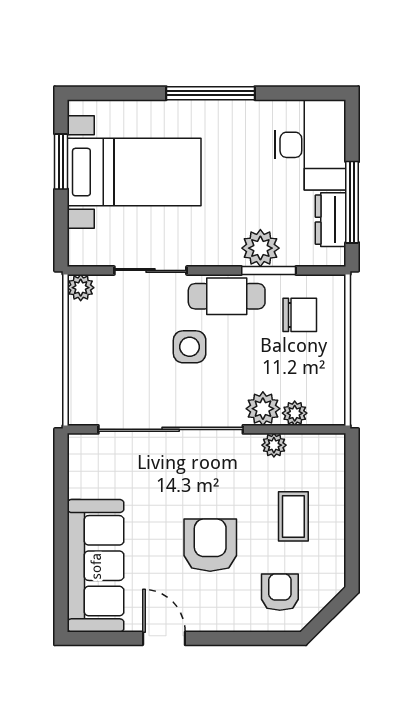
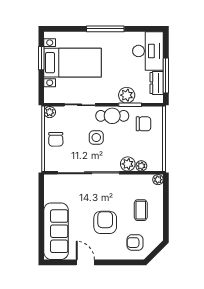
chair: (95, 351) -> (56, 139), added
plant: (274, 445) -> (158, 180), moved
armchair: (280, 592) -> (135, 243), turned -90

